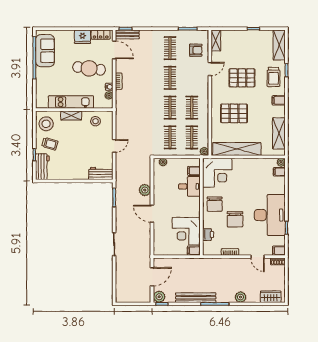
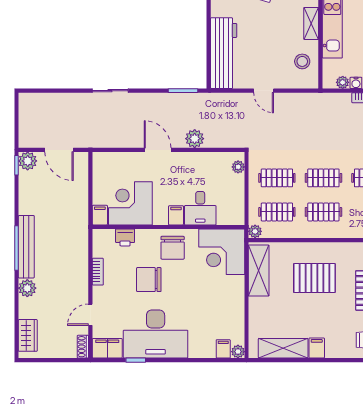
filing cabinet: (279, 100) -> (317, 348), moved
pallet: (234, 113) -> (314, 278), turned 90
shelving: (237, 149) -> (259, 271), width x0.68
filing cabinet: (194, 171) -> (176, 215), moved
workbench: (101, 173) -> (224, 53), width x1.88, depth x1.32
chair: (215, 204) -> (173, 248), turned -90
door: (152, 214) -> (158, 150), hinge flipped
filing cabinet: (279, 251) -> (107, 348), width x2.00
bench: (196, 298) -> (26, 247), moved

